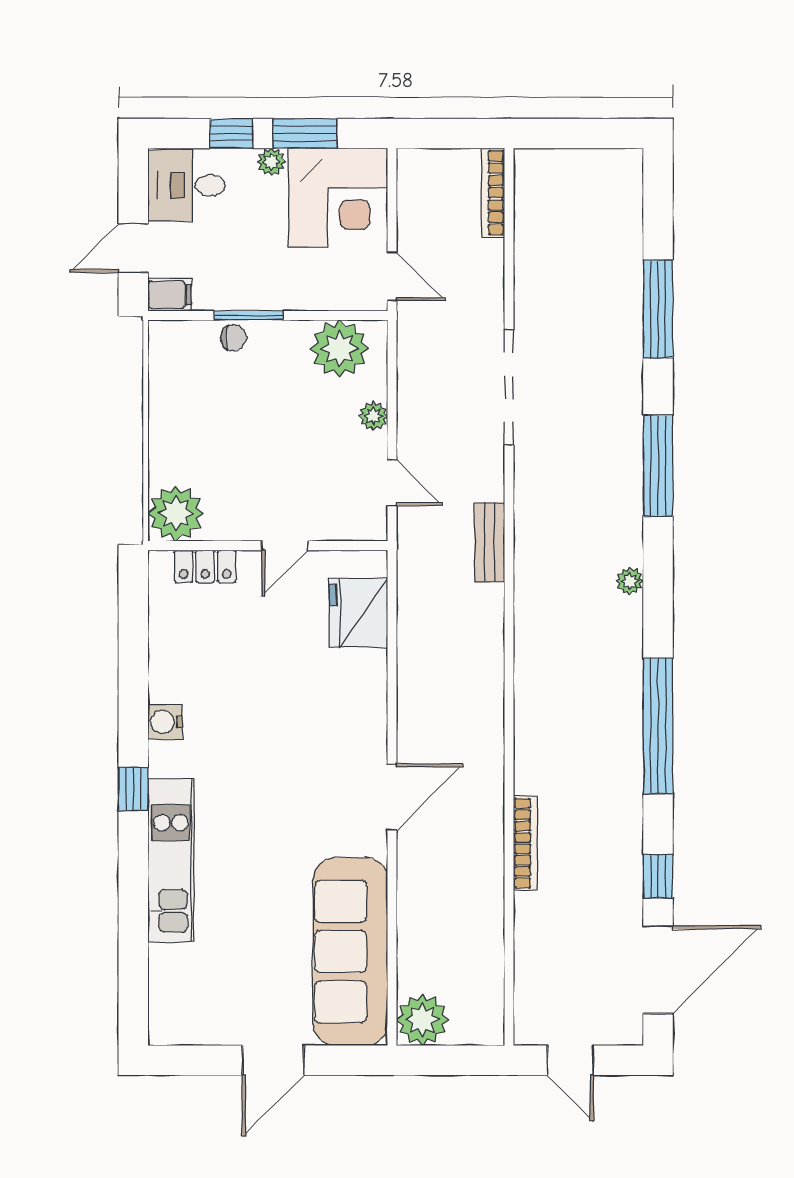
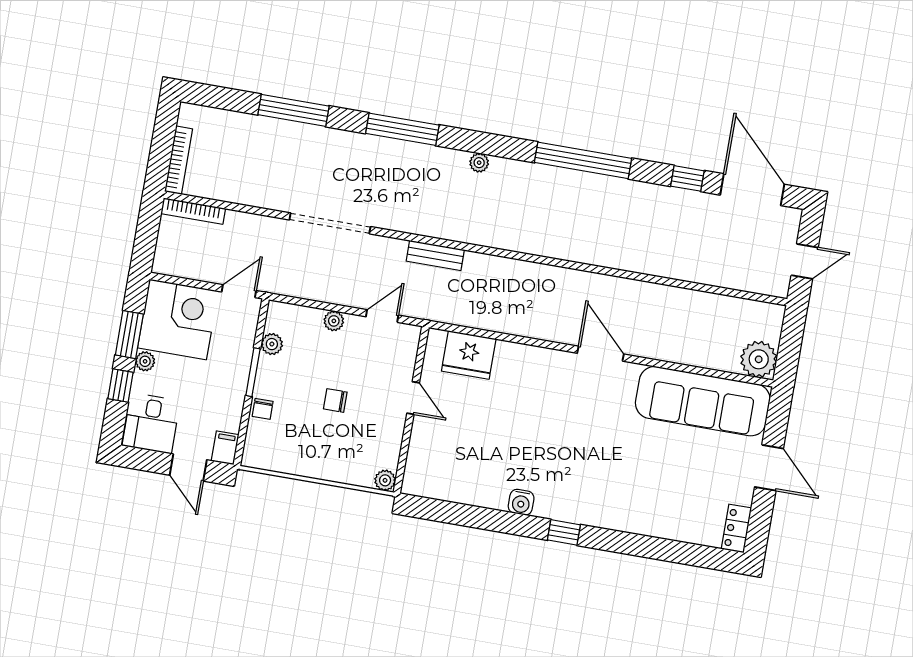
window: (249, 315) -> (253, 372), moved
chair: (233, 338) -> (263, 409), turned 180
plant: (339, 349) -> (272, 344), width x0.53, depth x0.53
chair: (262, 437) -> (335, 400), added
plant: (176, 513) -> (385, 480), width x0.53, depth x0.53
locker: (205, 566) -> (736, 529), moved, turned 180
bookcase: (525, 843) -> (179, 160), moved, turned 90
kitchen unit: (171, 860) -> (618, 515), removed

